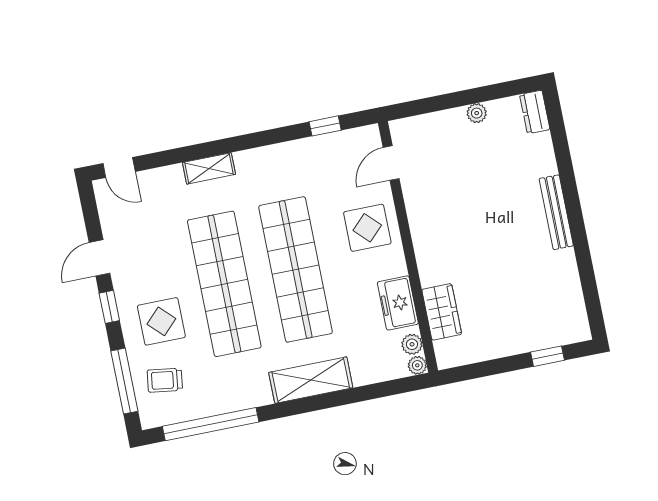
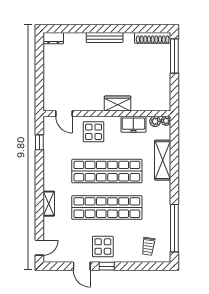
plant: (477, 113) -> (48, 67), removed
shoe rack: (574, 307) -> (153, 38), added
wardrobe: (442, 312) -> (118, 104), moved
display table: (161, 321) -> (103, 247), moved
window: (548, 356) -> (174, 56), width x2.17
shelving: (311, 380) -> (163, 160), moved
window: (124, 381) -> (145, 266), removed

